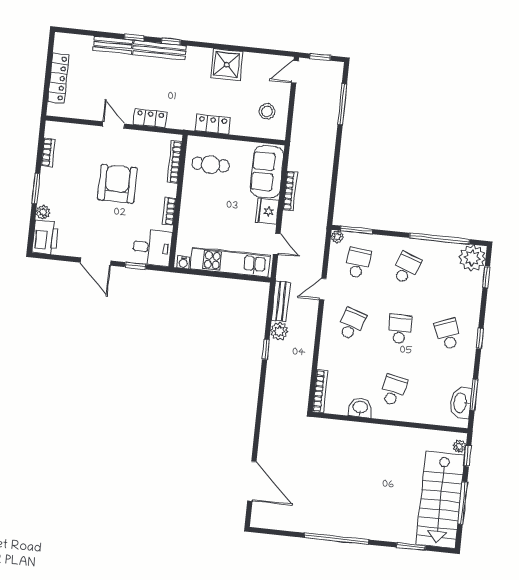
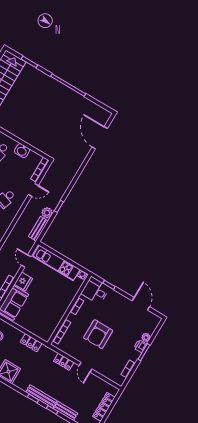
cafe table: (211, 165) -> (42, 321), removed
printer: (45, 237) -> (140, 346), moved, width x0.53, depth x0.68
door: (96, 262) -> (141, 304), moved
door: (323, 289) -> (33, 190), moved

